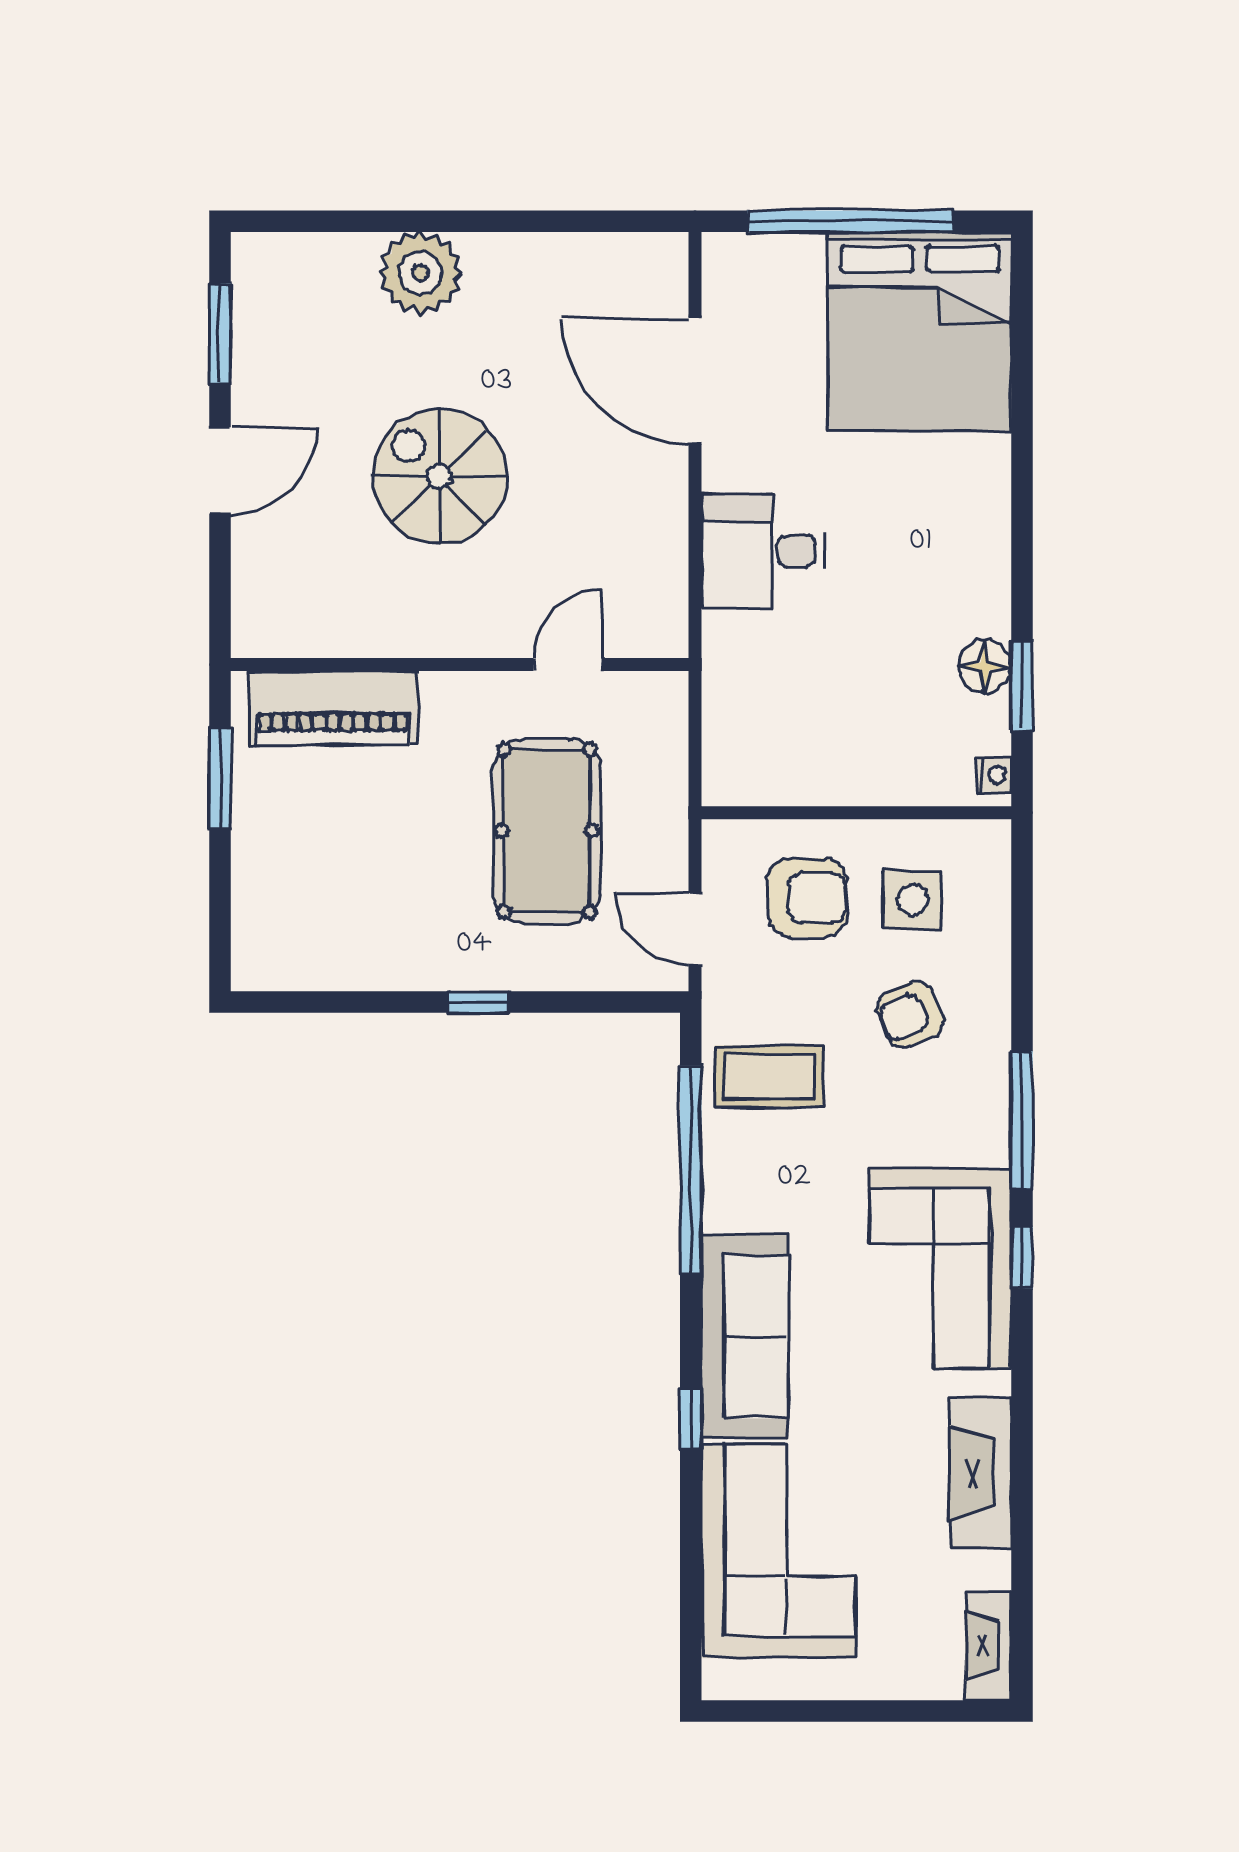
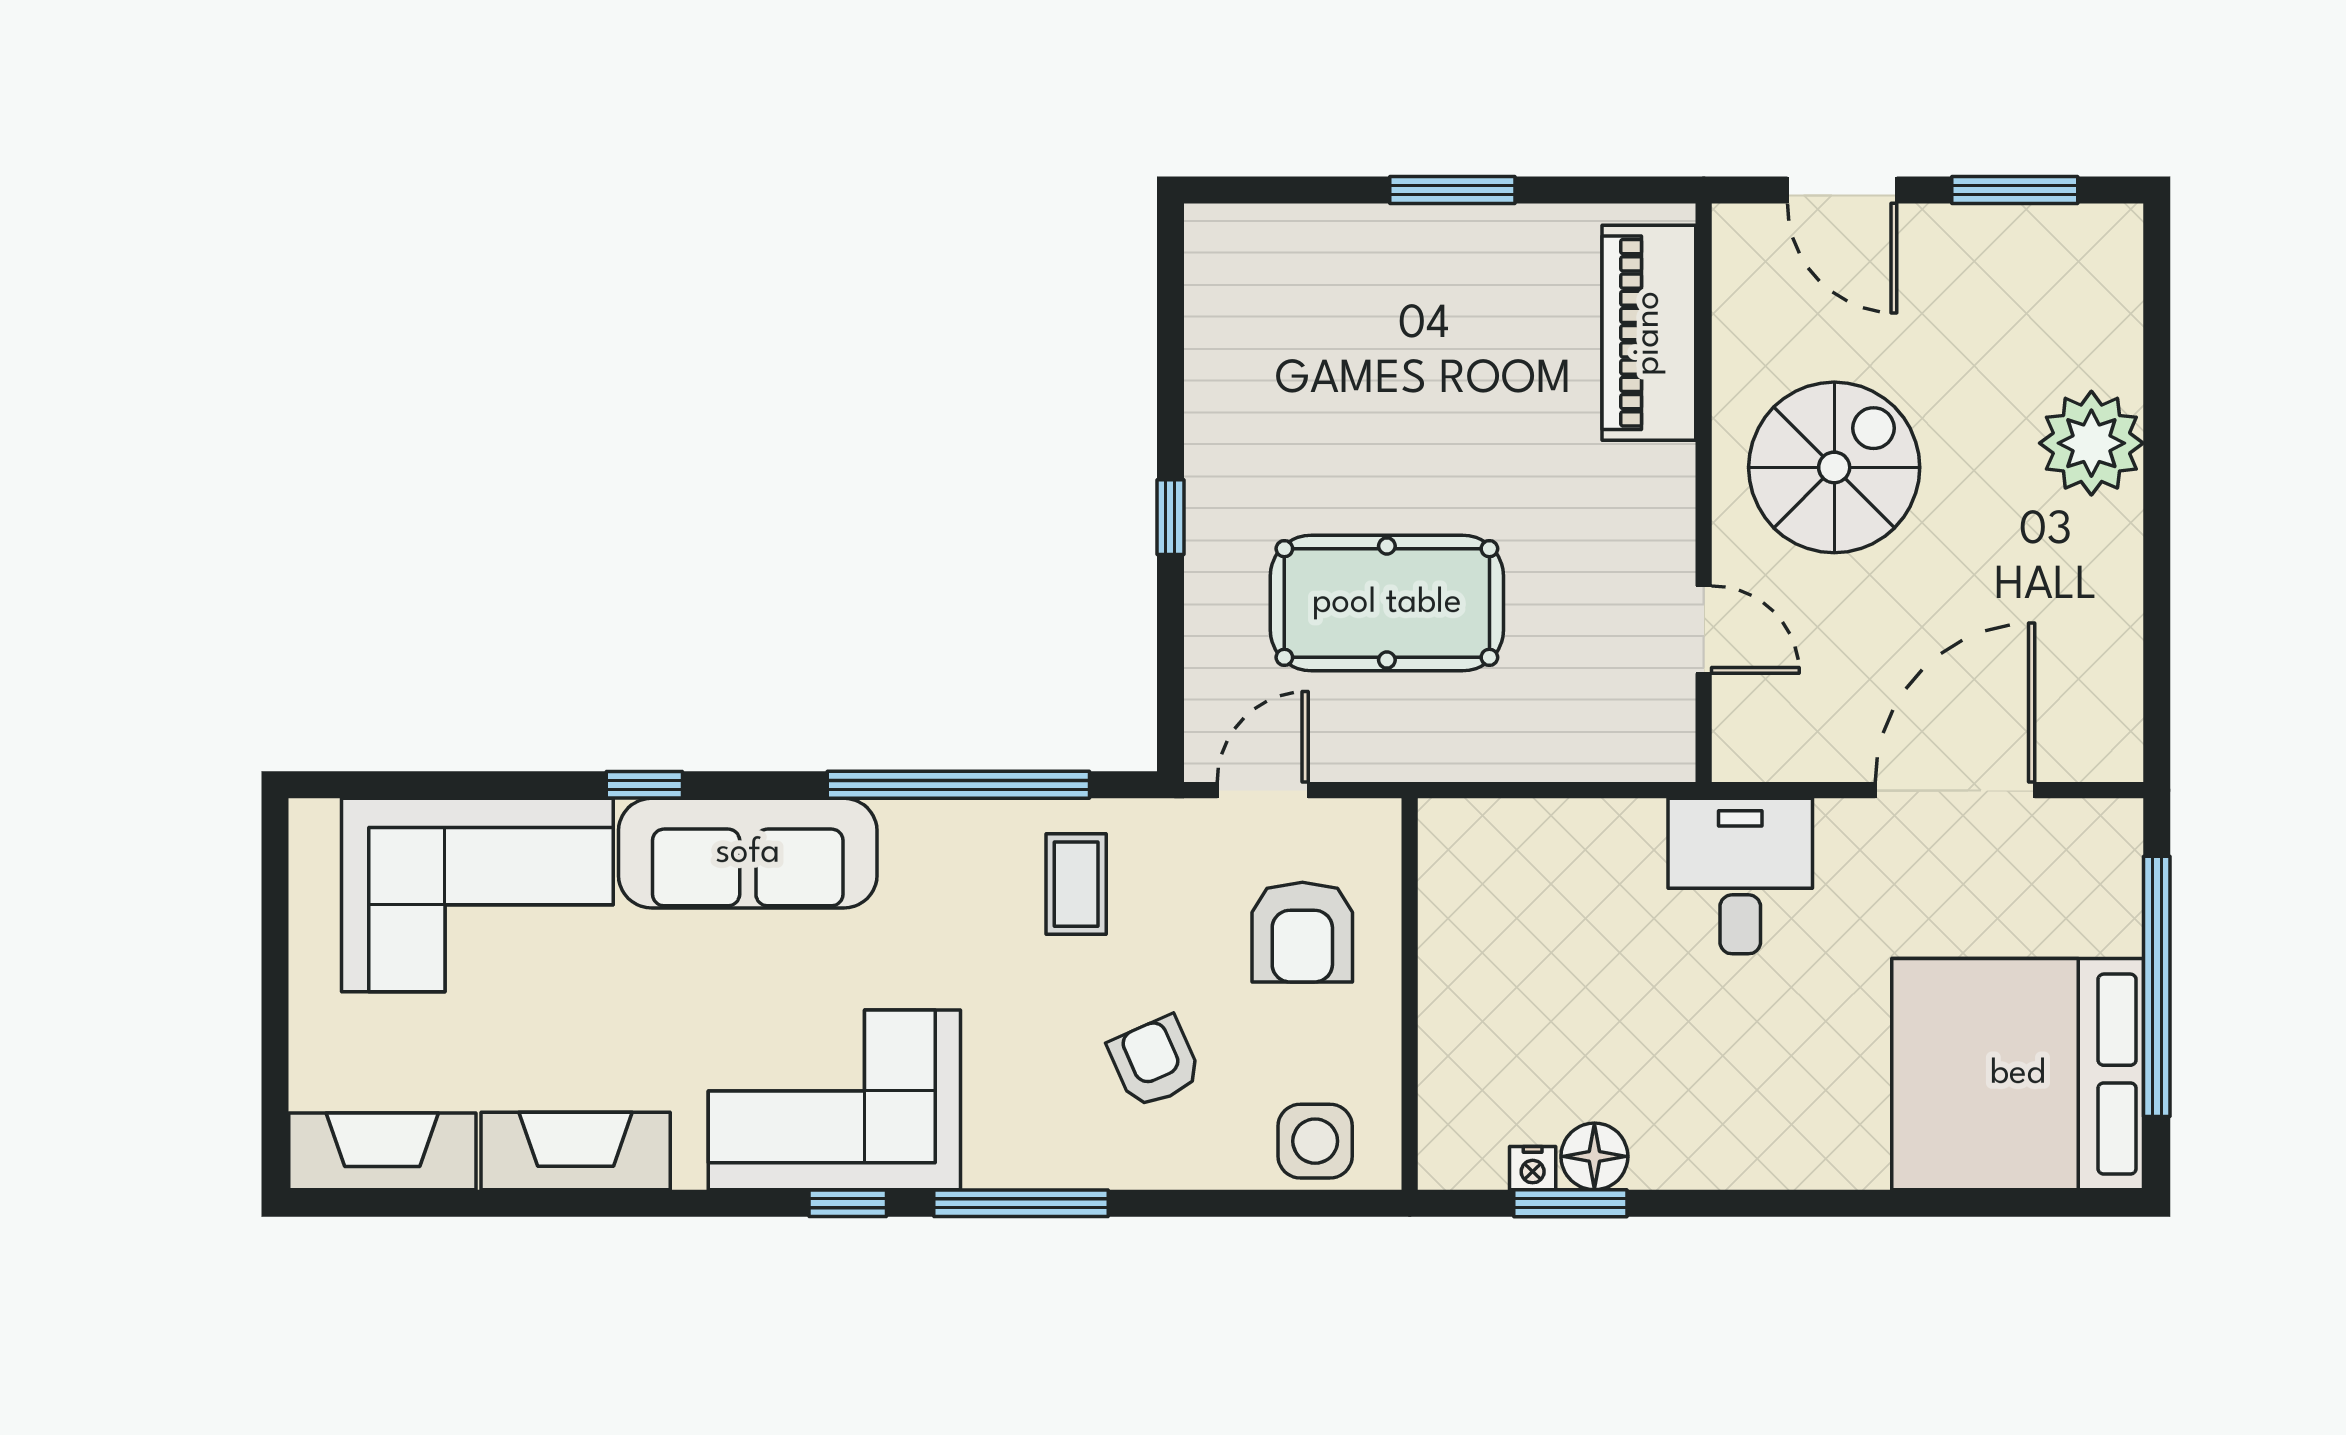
wall: (460, 665) -> (1704, 493), moved
door: (568, 665) -> (1704, 630), moved
piano: (333, 708) -> (1649, 333), moved
nightstand: (994, 775) -> (1533, 1168), moved
side table: (912, 900) -> (1315, 1141), moved
coffee table: (769, 1077) -> (1076, 884), width x0.73, depth x0.77
fireplace: (988, 1646) -> (382, 1151), width x1.37, depth x1.32

